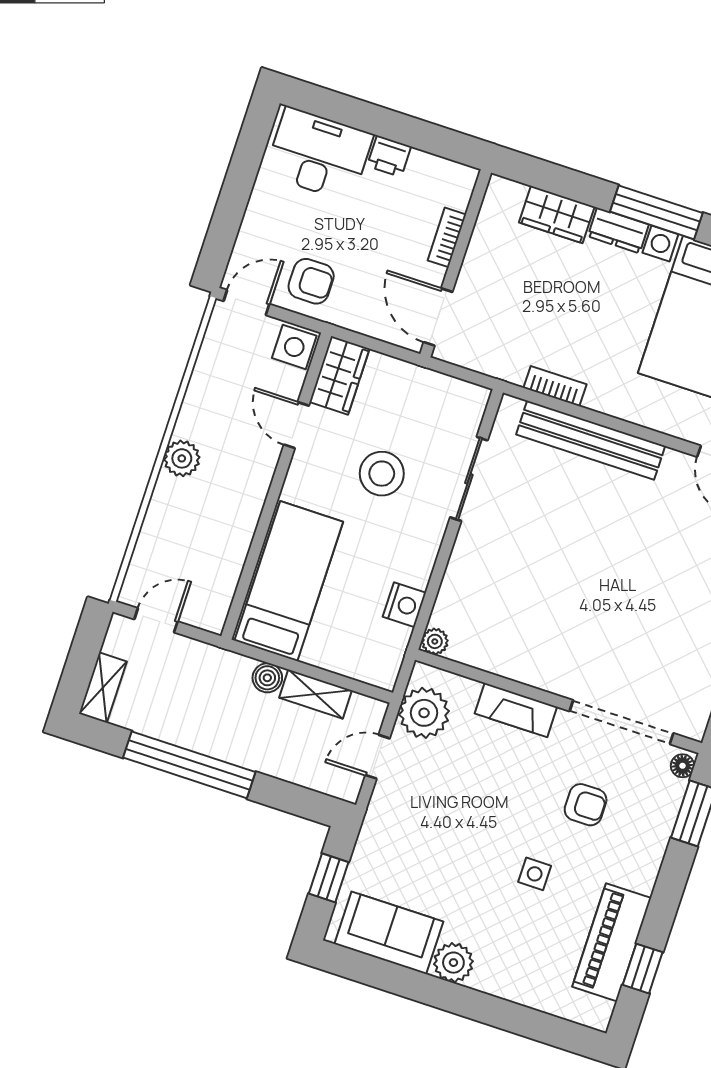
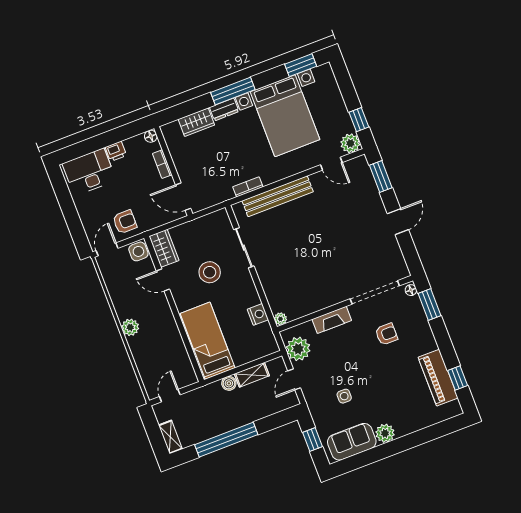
floor lamp: (465, 177) -> (151, 136), added
side table: (535, 874) -> (344, 396), moved

